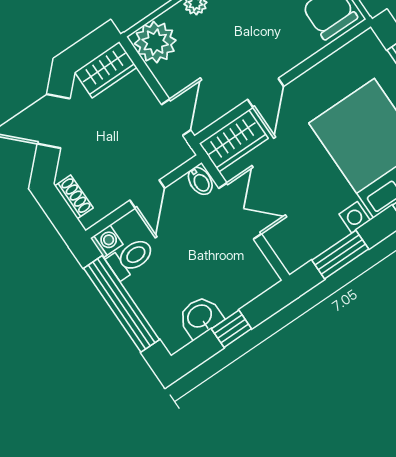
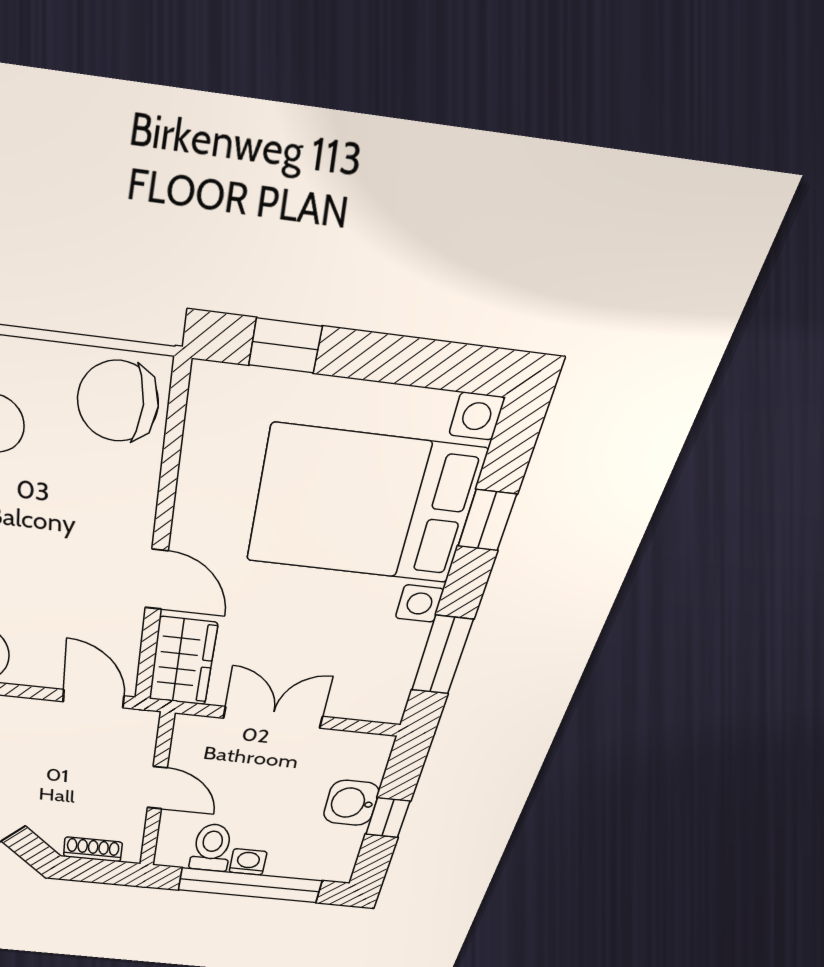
bidet: (200, 181) -> (195, 730), removed
washing machine: (107, 241) -> (248, 862), moved
washbasin: (200, 317) -> (351, 803), moved

